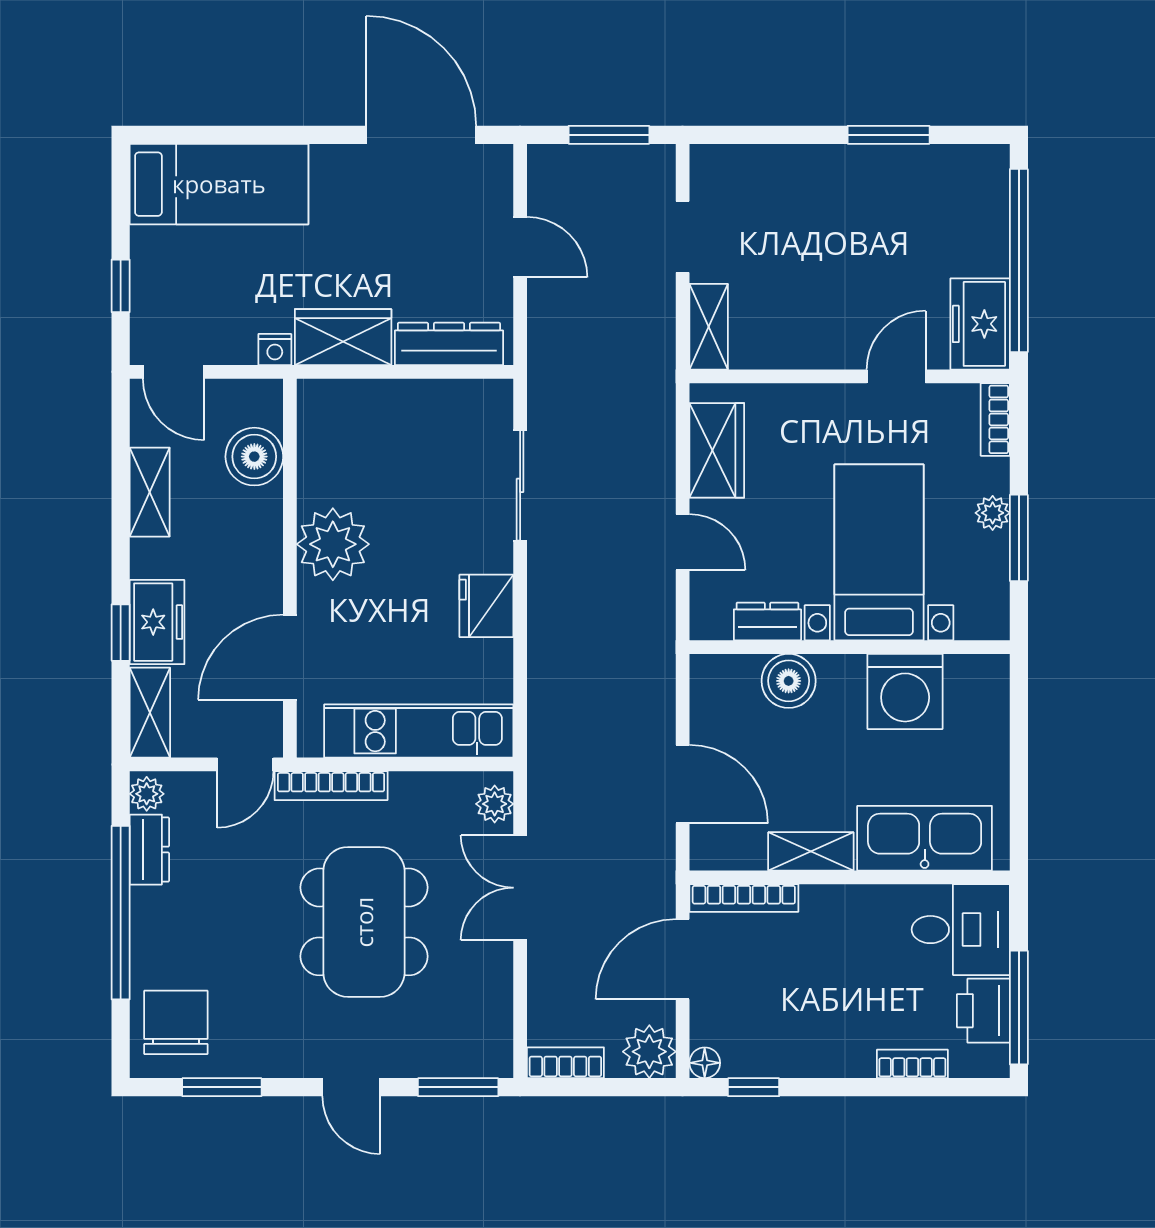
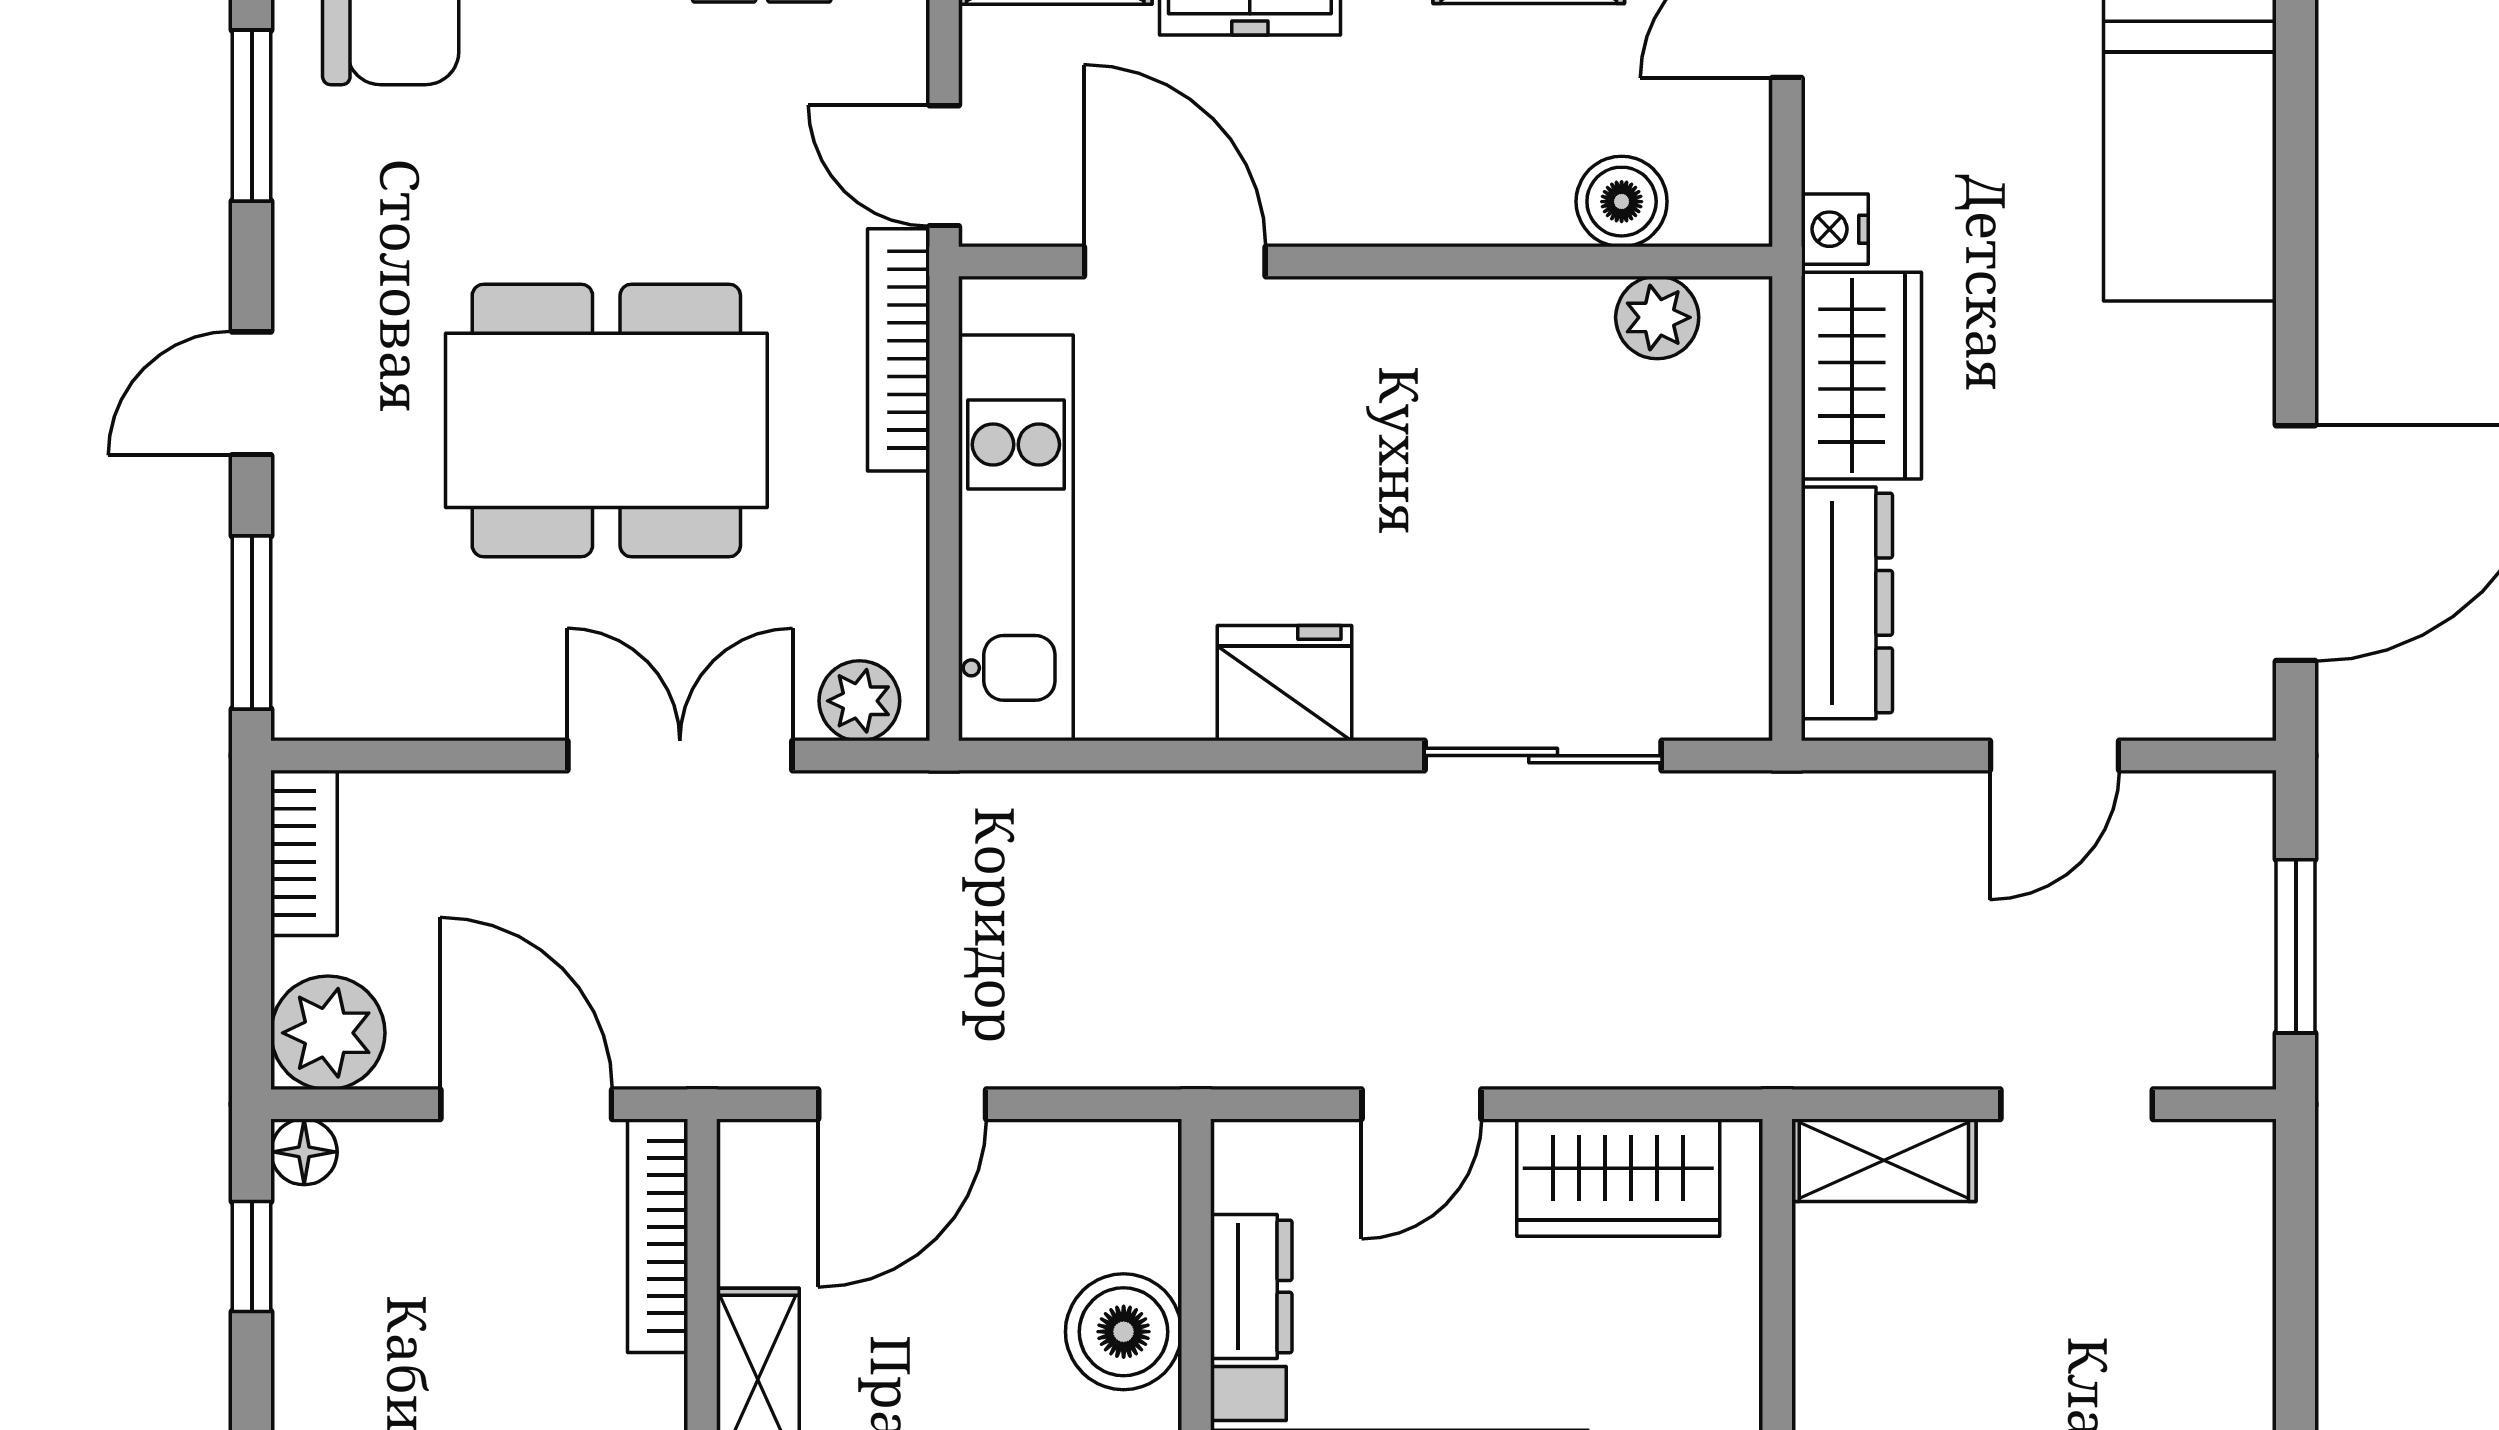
boiler: (254, 457) -> (1622, 202), width x0.73, depth x0.73
plant: (333, 544) -> (1657, 317), moved, width x0.53, depth x0.53

